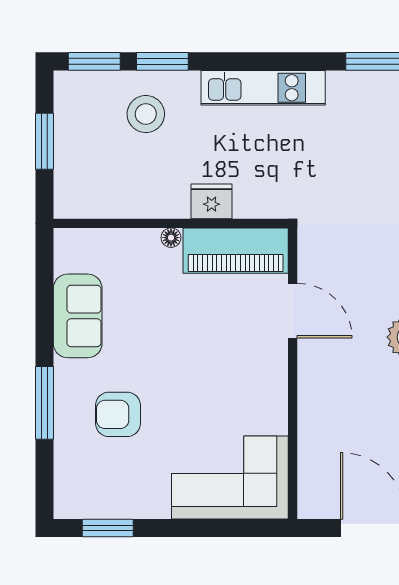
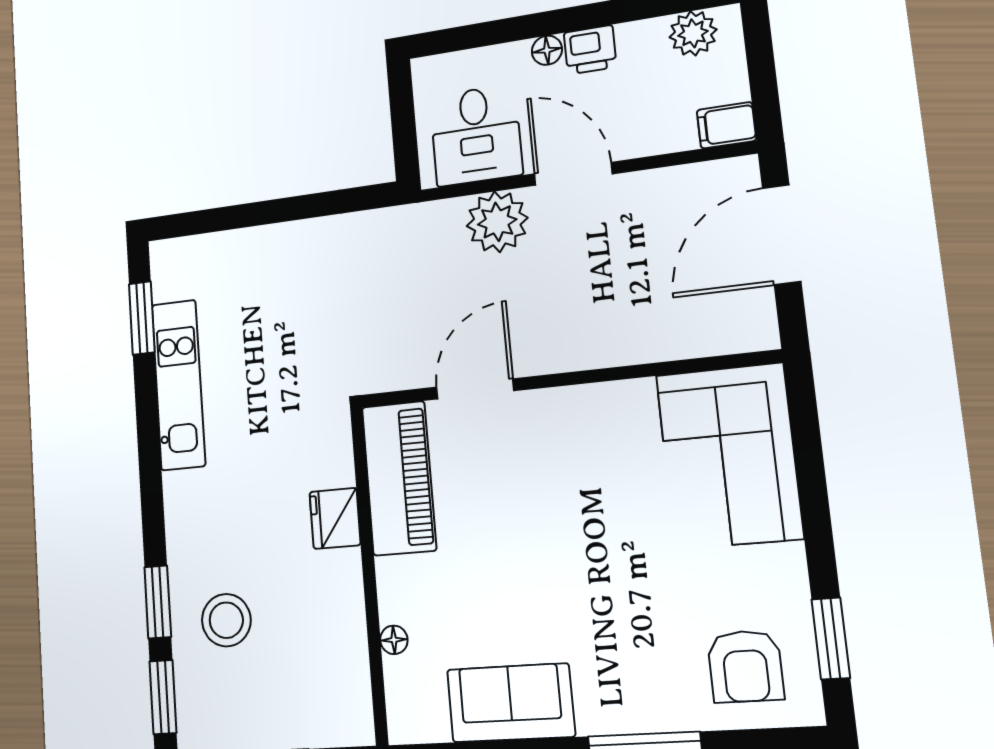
kitchen unit: (263, 88) -> (178, 385), moved
floor lamp: (171, 238) -> (394, 640), moved
armchair: (118, 414) -> (745, 666), moved

